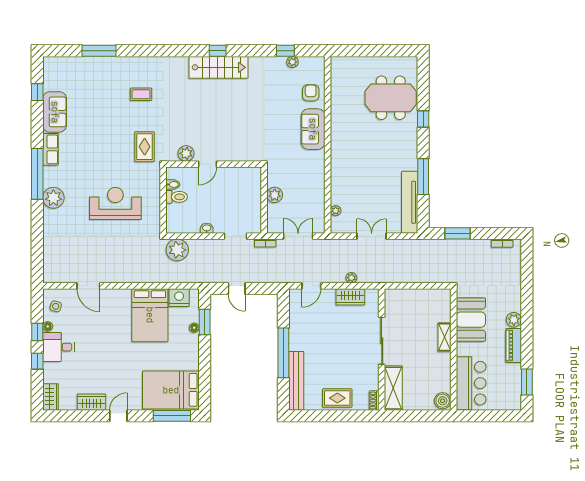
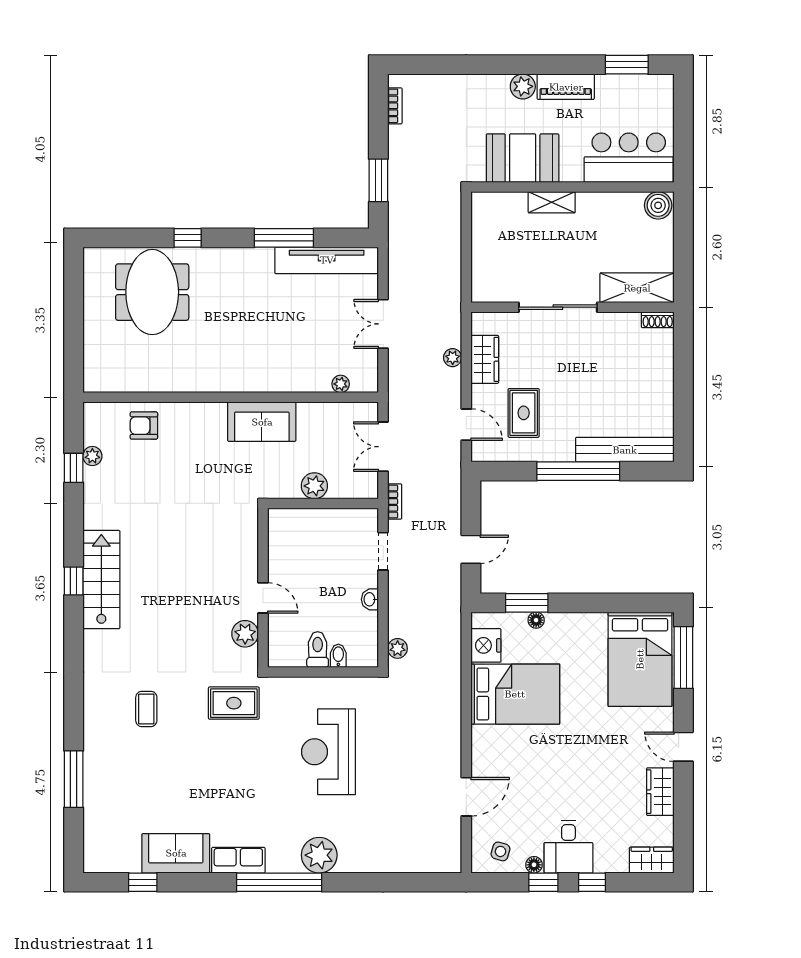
sofa: (313, 129) -> (262, 422), moved
bidet: (173, 184) -> (338, 656), moved
plant: (177, 250) -> (398, 648), width x0.53, depth x0.53
rug: (337, 398) -> (524, 413), moved

